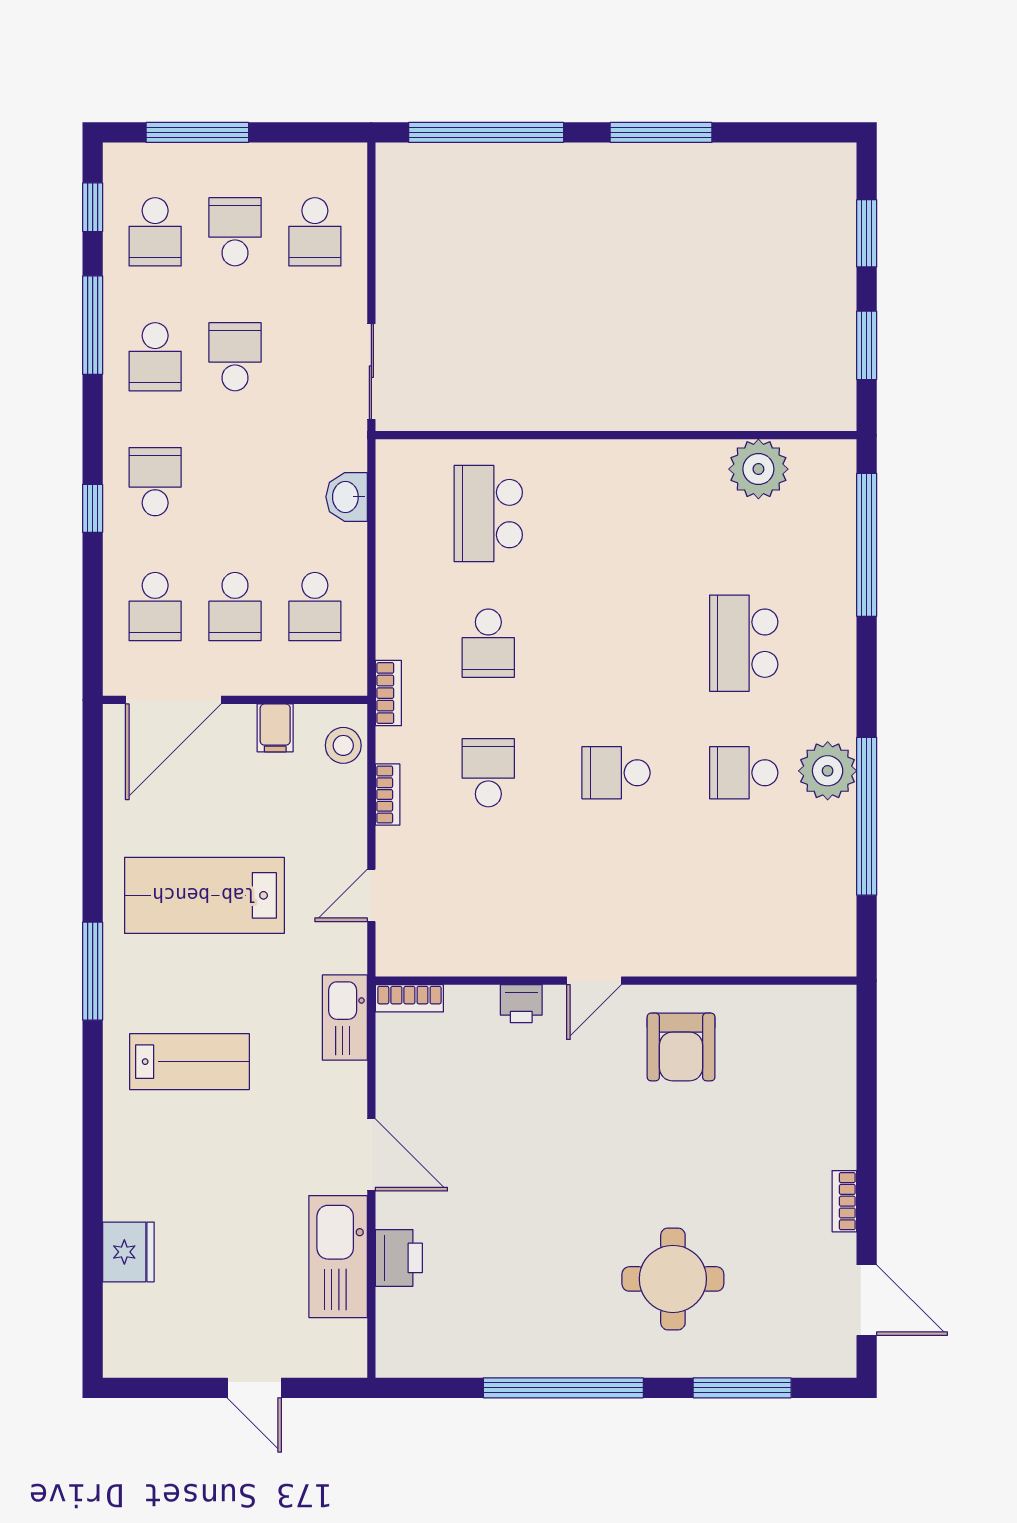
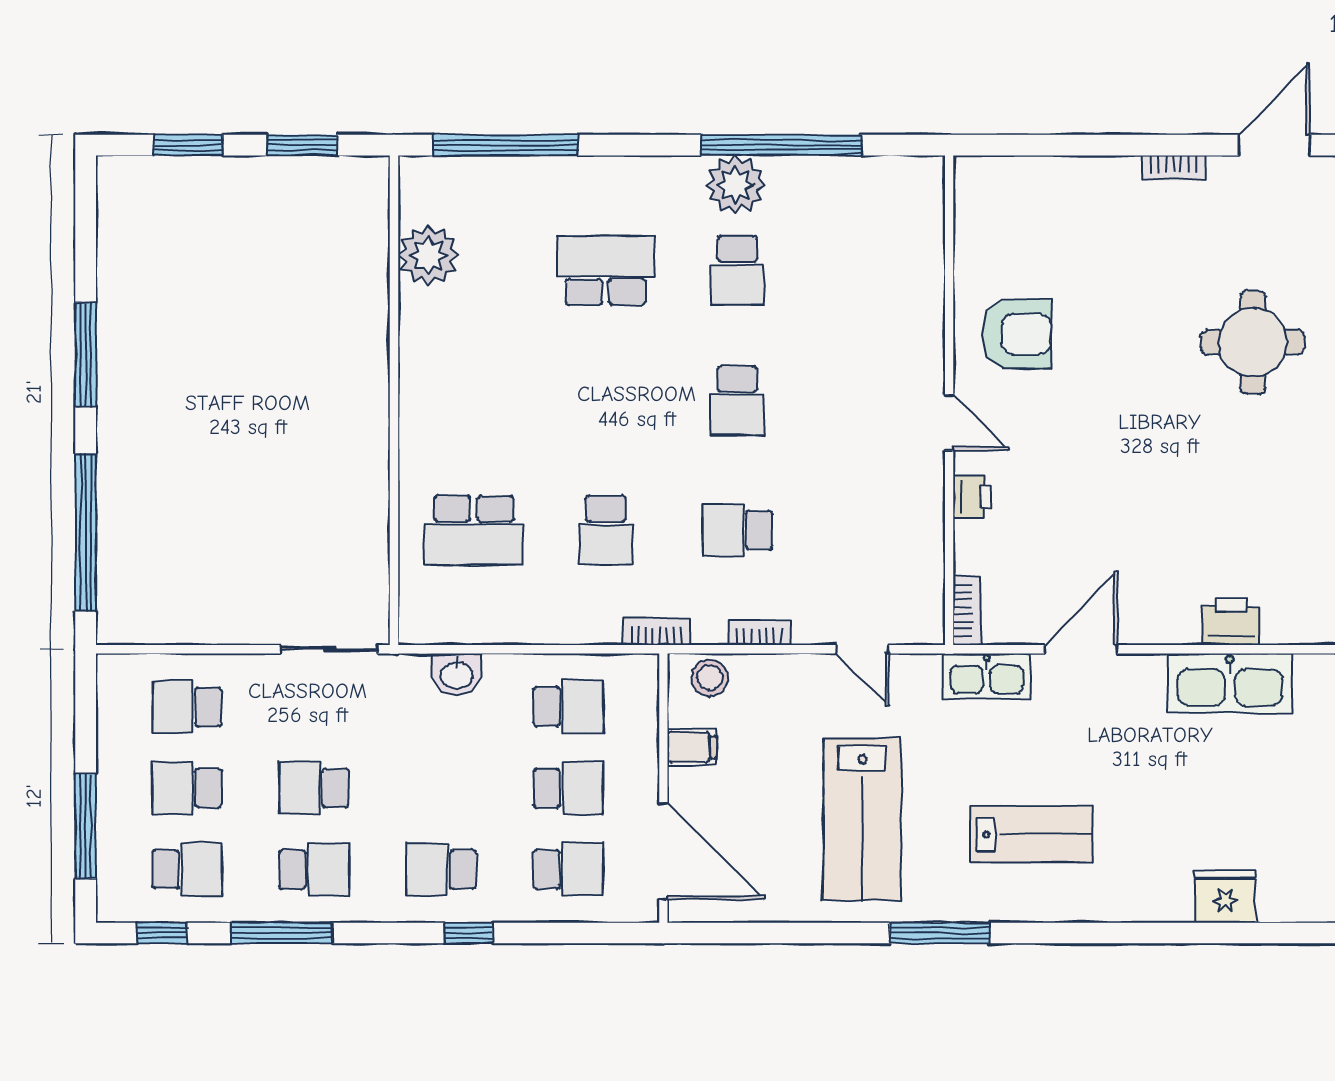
school desk: (315, 232) -> (187, 707), turned 180
school desk: (488, 643) -> (606, 530), turned 90
school desk: (744, 643) -> (606, 270), turned 180
lab bench: (190, 1062) -> (1031, 834), turned 90
door: (371, 1155) -> (1081, 649), moved

